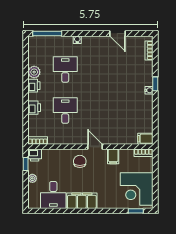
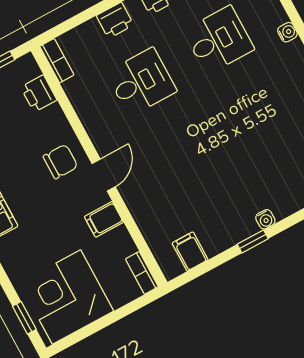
window: (155, 84) -> (253, 241), moved
filing cabinet: (145, 139) -> (190, 251), moved
printer: (35, 155) -> (39, 94), moved

